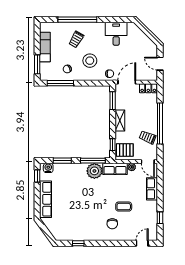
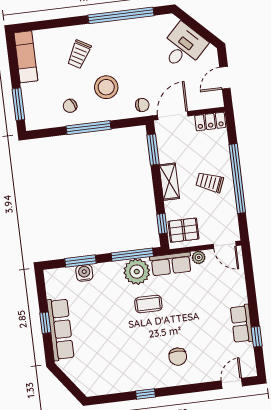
window: (77, 20) -> (121, 15), moved
desk: (116, 34) -> (183, 47), moved, turned 45
exam couch: (45, 47) -> (26, 57), moved
door: (160, 64) -> (225, 78), hinge flipped
window: (60, 83) -> (89, 128), moved
trolley: (148, 137) -> (210, 182), moved
water cooler: (48, 168) -> (84, 273), moved
window: (37, 176) -> (45, 323), moved
row of seats: (152, 189) -> (242, 324), moved
coffee table: (124, 207) -> (148, 304), moved
window: (78, 243) -> (146, 394), moved

